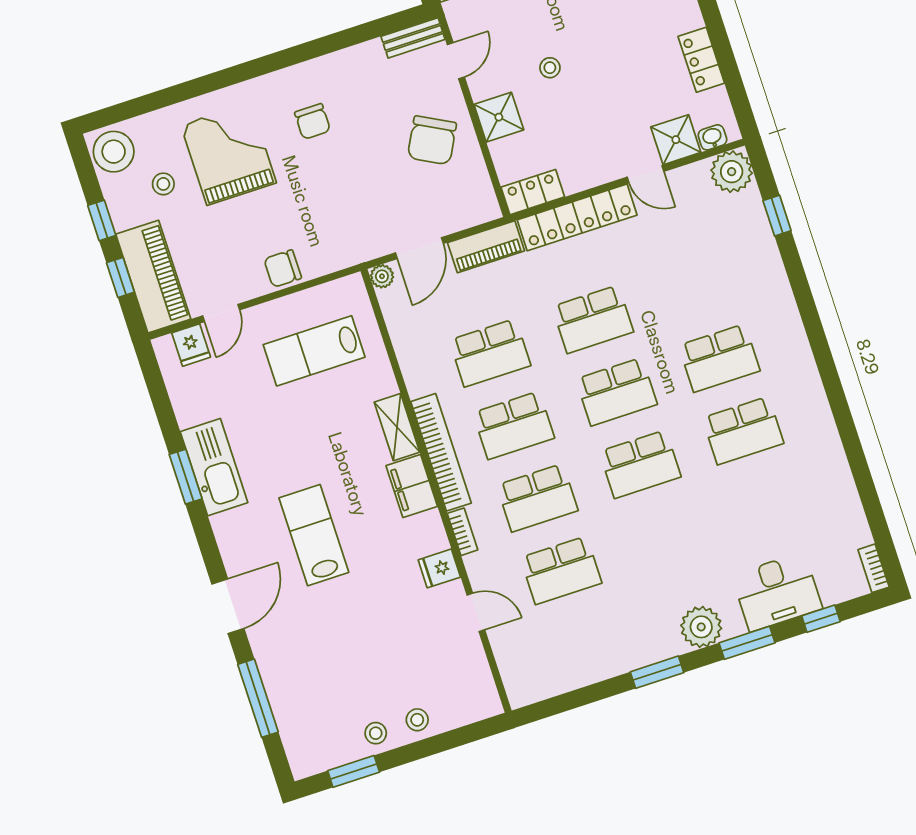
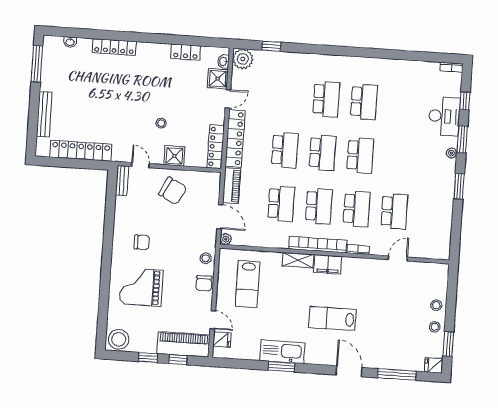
stool: (163, 184) -> (206, 258), moved
locker: (533, 192) -> (216, 147), width x1.53
fridge: (439, 568) -> (434, 365), moved, turned 90
plant: (701, 627) -> (451, 153), width x0.53, depth x0.53

